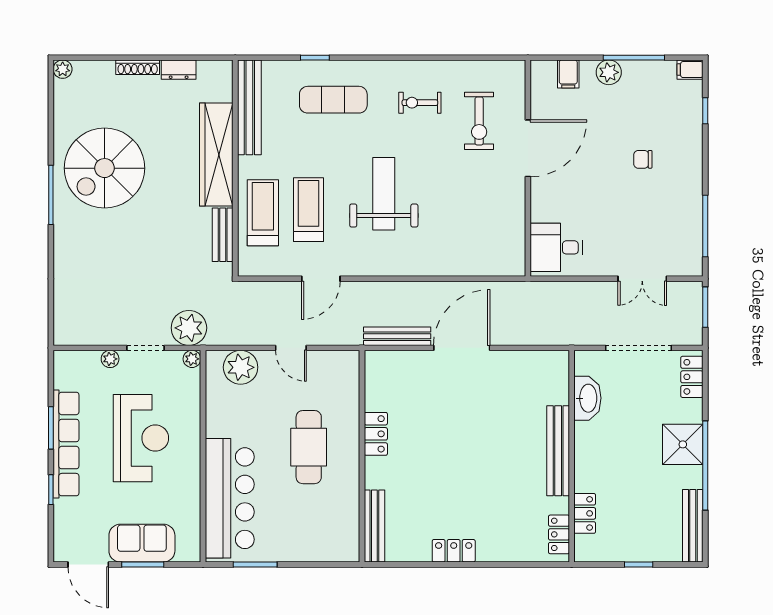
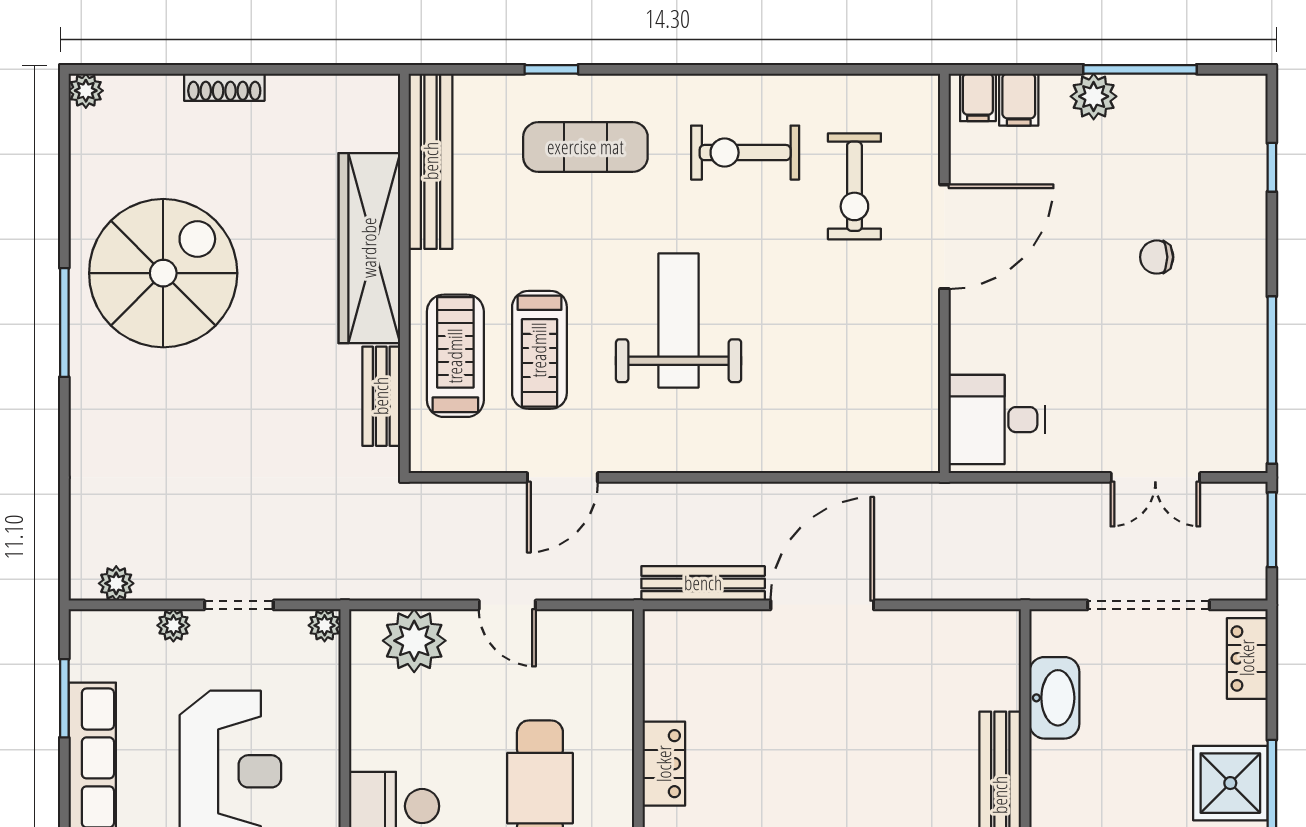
dresser: (179, 70) -> (300, 91), removed
filing cabinet: (690, 70) -> (978, 97), moved, turned -90
exercise bike: (420, 103) -> (745, 153), width x1.38, depth x1.39
spiral stairs: (105, 168) -> (163, 273), turned 180
treadmill: (308, 210) -> (539, 350), turned 180
window: (705, 226) -> (1272, 380), width x1.46
plant: (189, 328) -> (116, 583), moved, width x0.53, depth x0.53
window: (51, 428) -> (64, 698), moved

